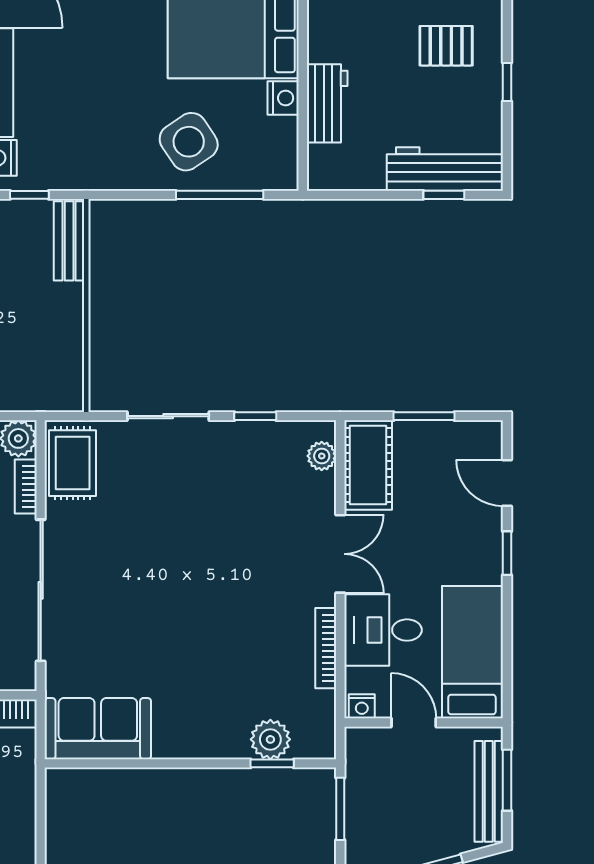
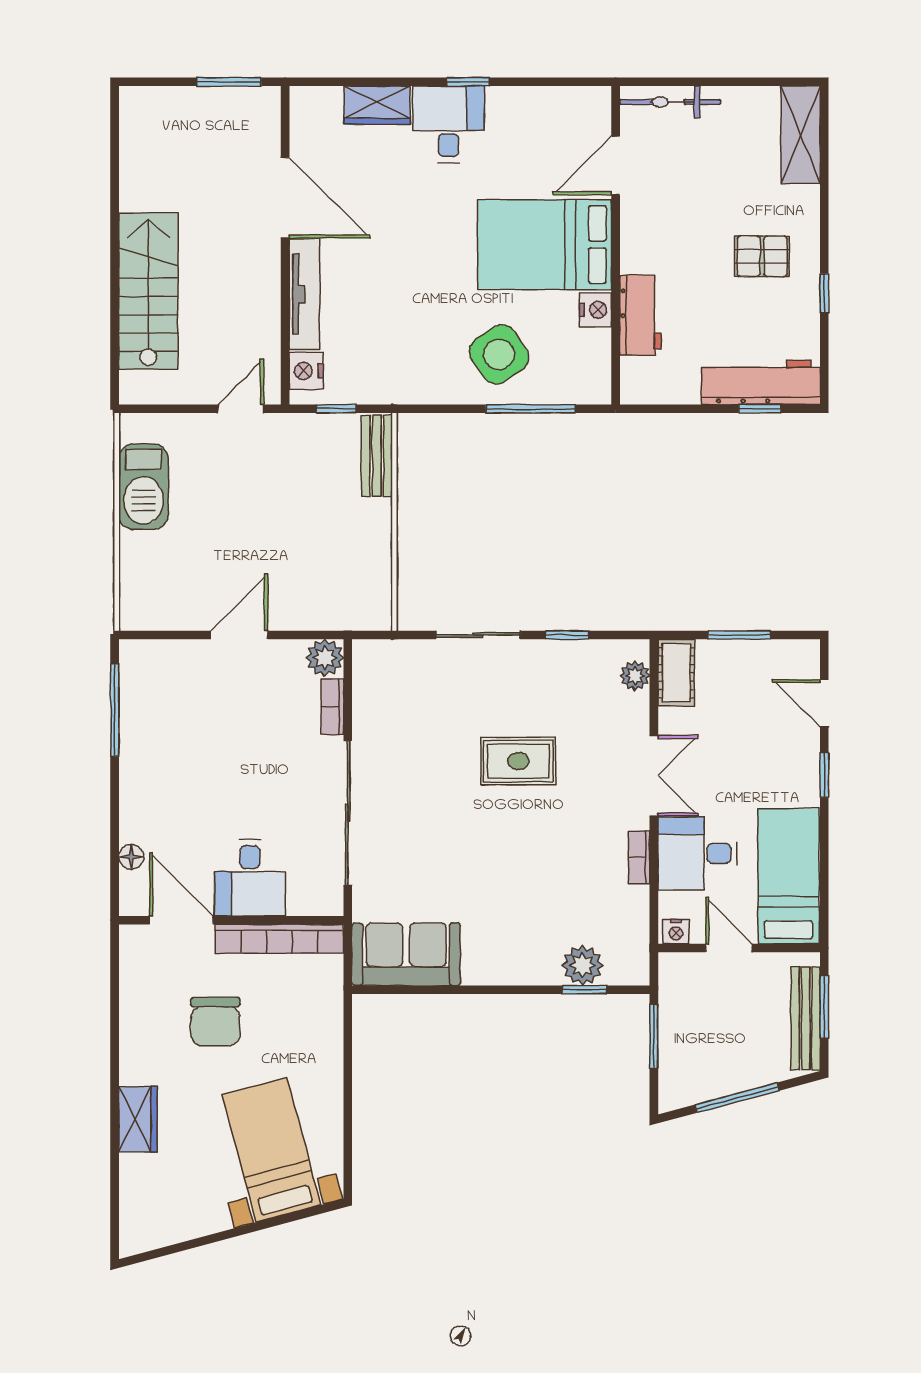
rug: (73, 463) -> (518, 761), moved, turned 90
cot: (368, 465) -> (676, 673), width x0.73, depth x0.75
bookcase: (326, 648) -> (639, 857), width x0.64

